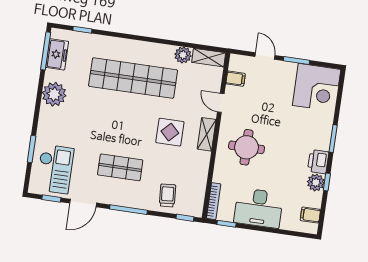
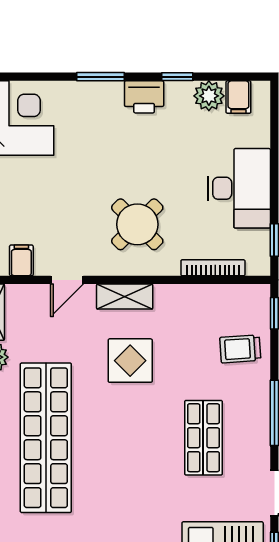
round table: (247, 147) -> (137, 224), turned 45
plant: (316, 182) -> (209, 96), moved
bookcase: (214, 201) -> (213, 268), moved

